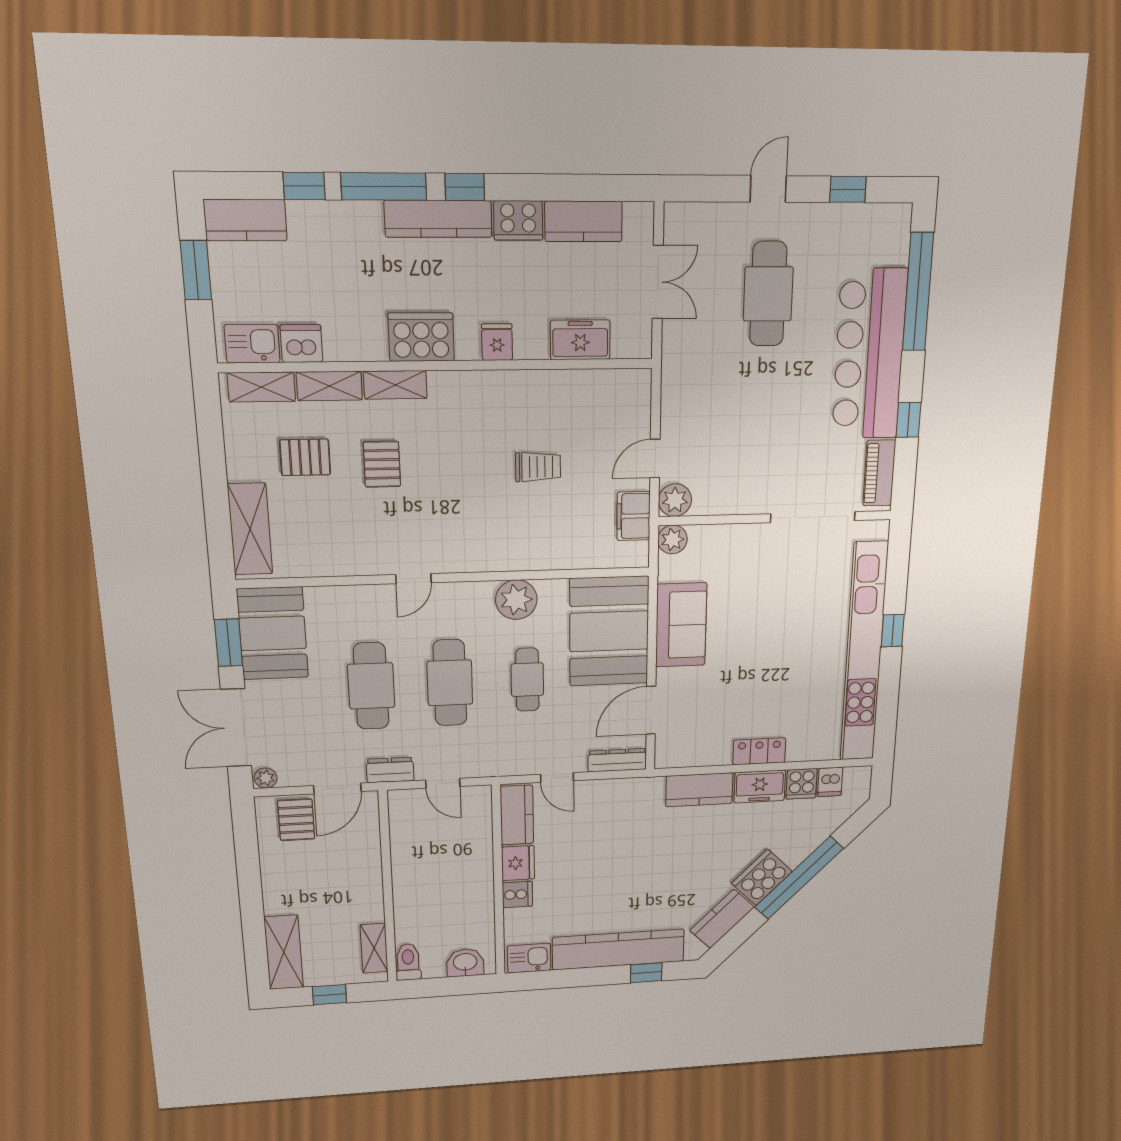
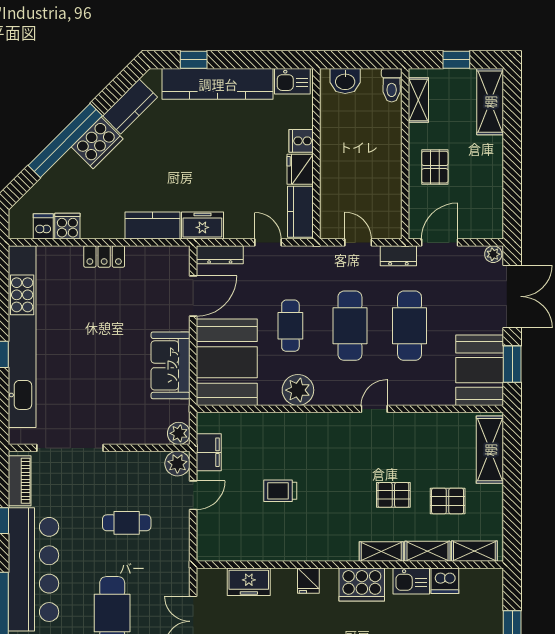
kitchen sink: (252, 344) -> (411, 581), moved
cafe table: (744, 420) -> (127, 523), added
pallet: (382, 464) -> (393, 495), turned 90
freezer: (760, 787) -> (202, 226), moved
pallet: (296, 820) -> (435, 167), moved

